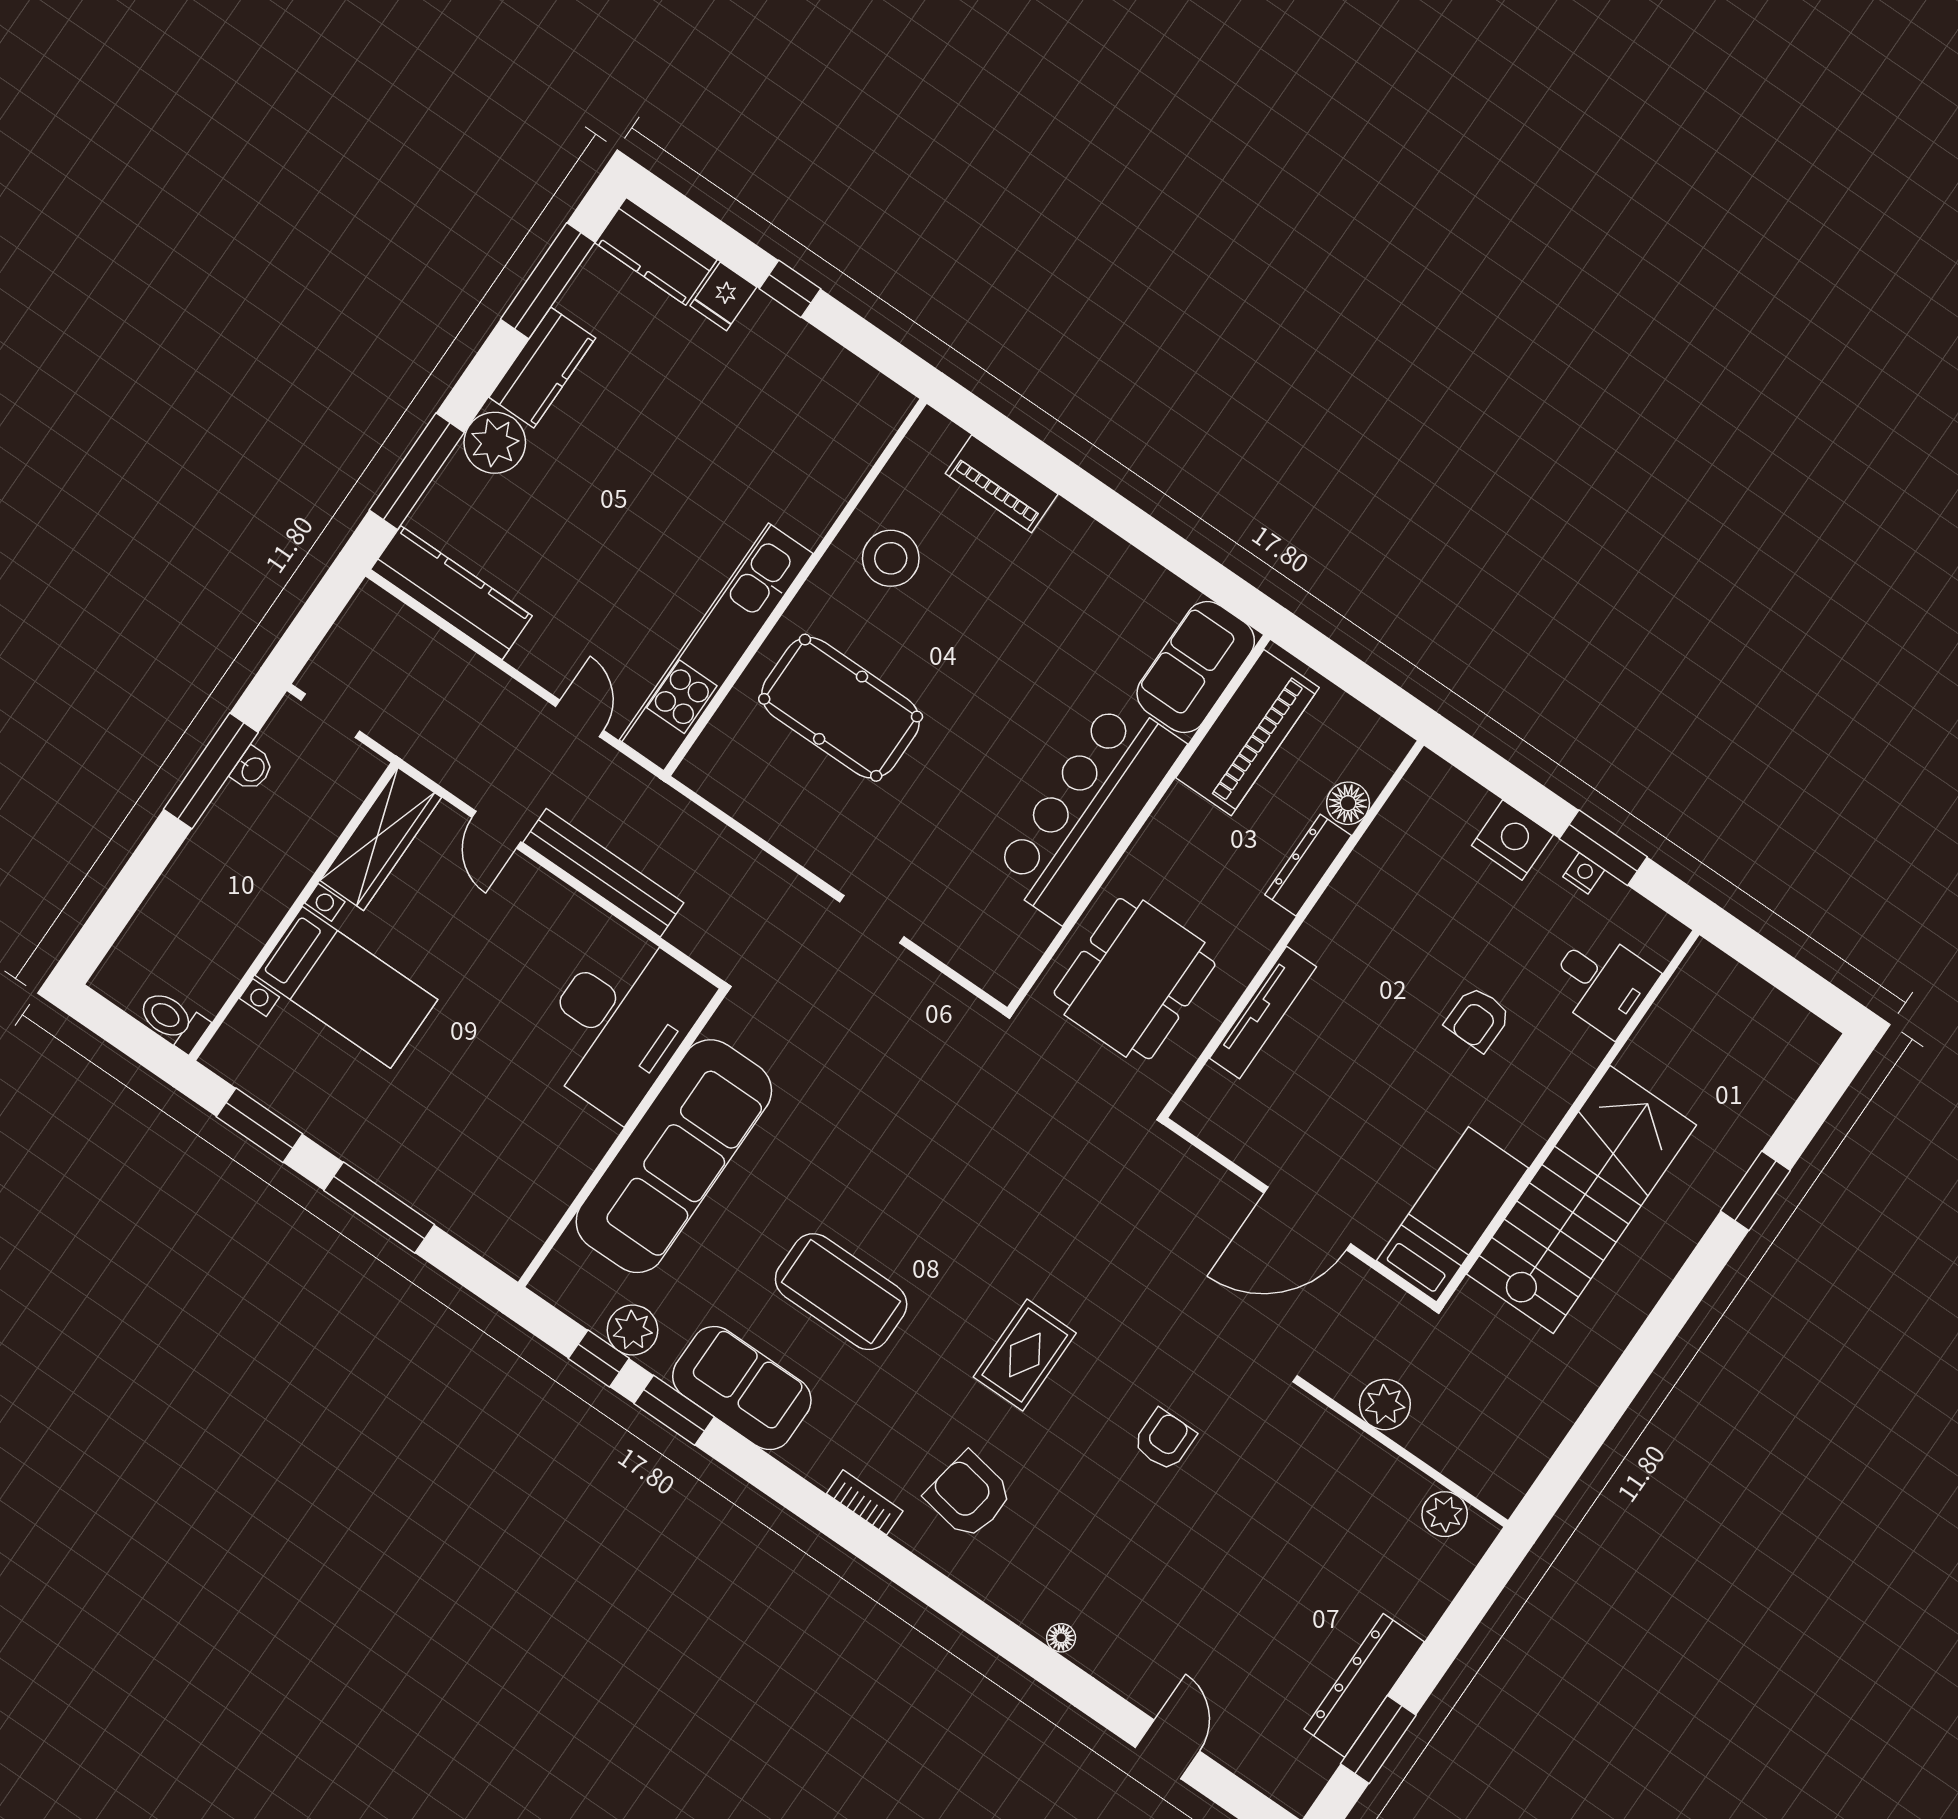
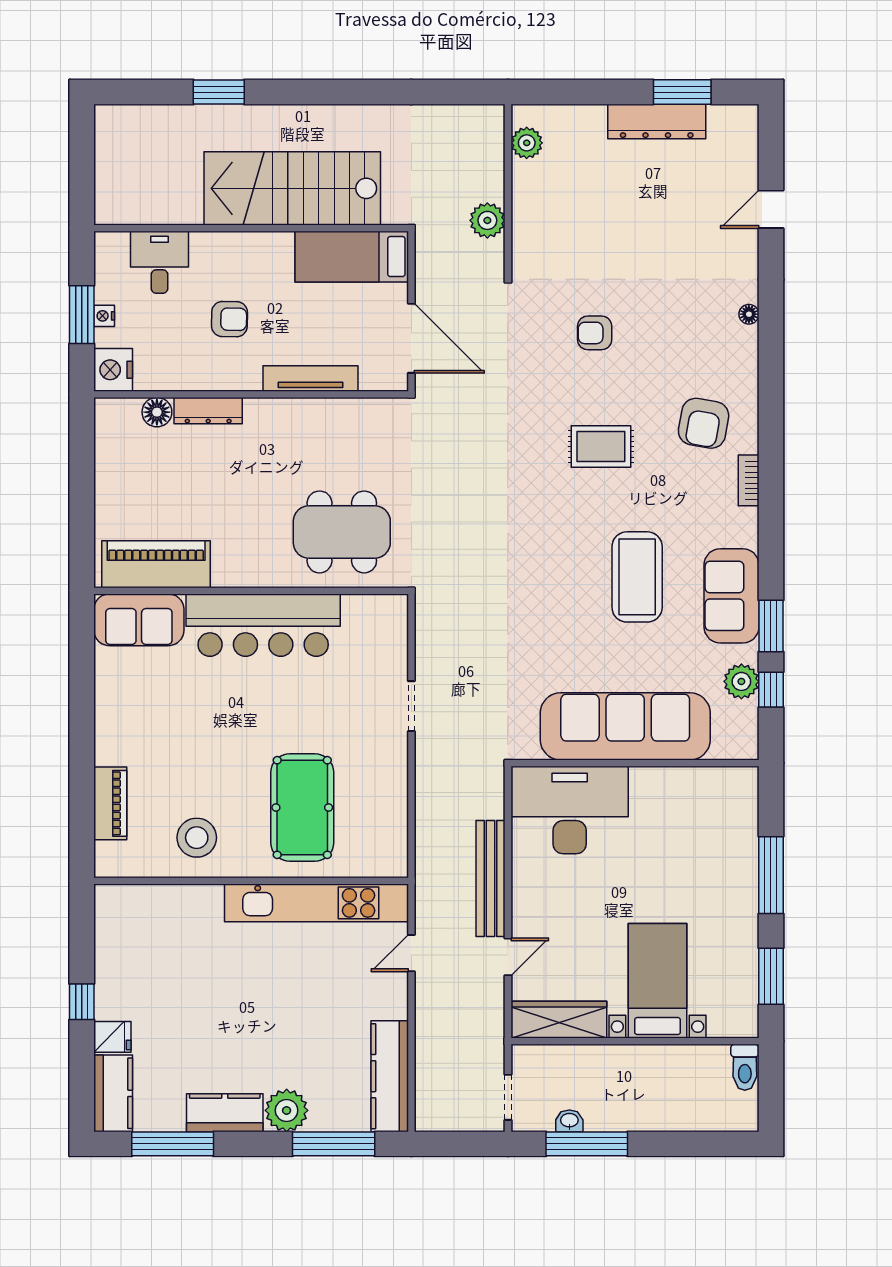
floor lamp: (1348, 803) -> (157, 412), moved
dresser: (1308, 865) -> (208, 411), moved
wall: (1293, 929) -> (251, 394), moved
tv unit: (1263, 1012) -> (311, 378), moved

